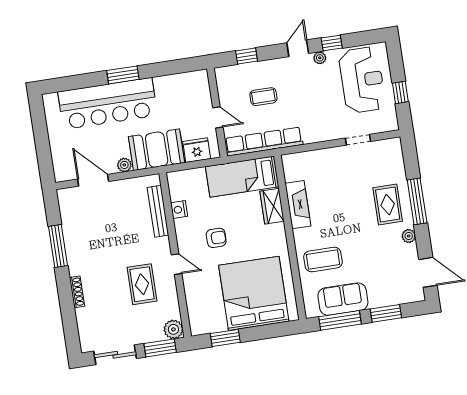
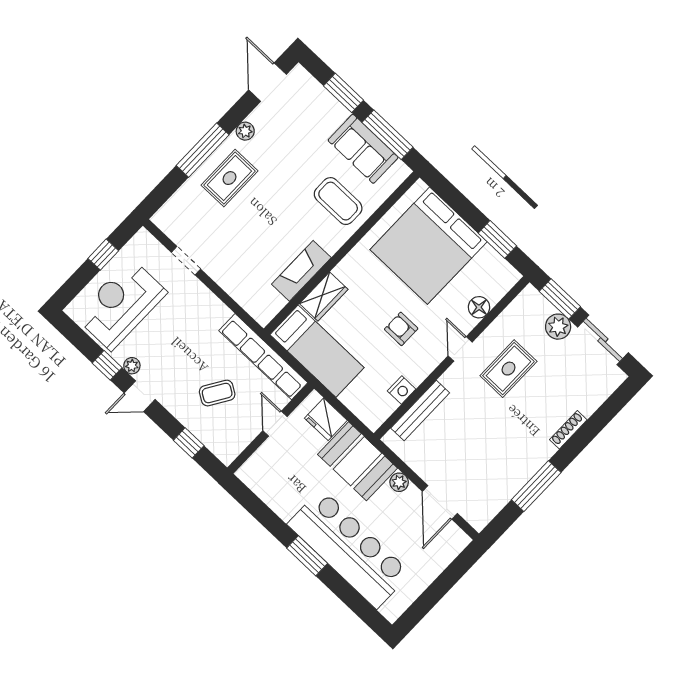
coffee table: (263, 97) -> (217, 393), turned -58
floor lamp: (193, 295) -> (479, 307), added
plant: (173, 329) -> (558, 327), moved

